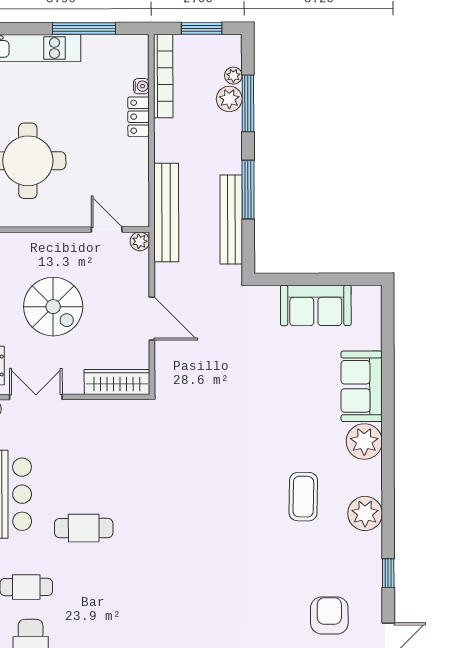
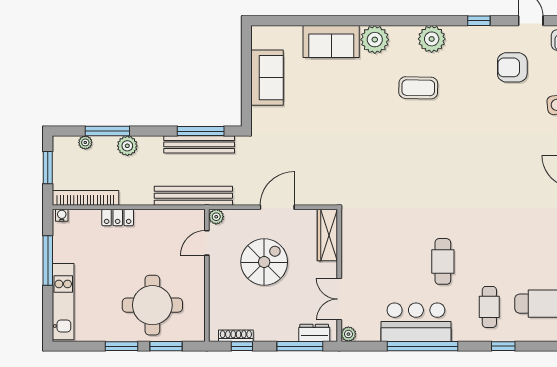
water cooler: (141, 86) -> (62, 215), moved
plant: (229, 99) -> (127, 146), moved
window: (248, 190) -> (201, 131), moved
spiral stairs: (53, 307) -> (264, 262), moved

